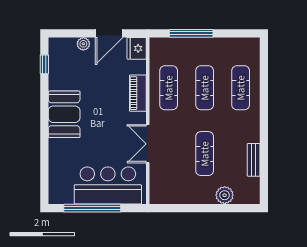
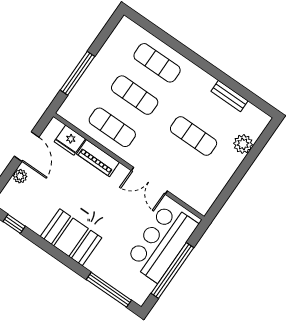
fridge: (137, 48) -> (70, 140), moved
window: (44, 170) -> (109, 290), added

